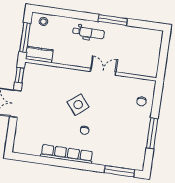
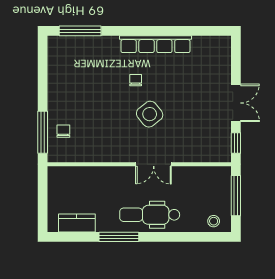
dental chair: (88, 33) -> (150, 215), width x1.36, depth x1.38
kitchen counter: (39, 54) -> (77, 223), moved, turned 180
double door: (103, 72) -> (154, 164), moved
window: (152, 133) -> (43, 132), moved

